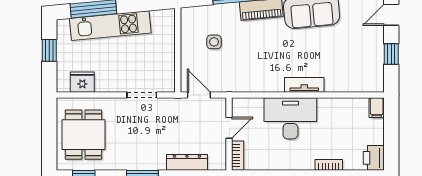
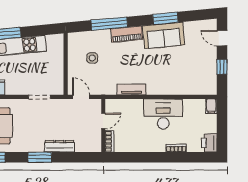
door: (391, 15) -> (222, 38), hinge flipped
tv unit: (304, 85) -> (131, 89), moved
desk: (290, 118) -> (163, 114), moved
dresser: (187, 162) -> (60, 146), moved

